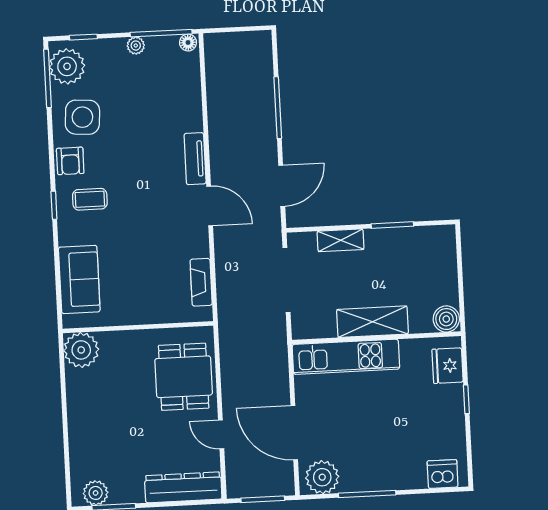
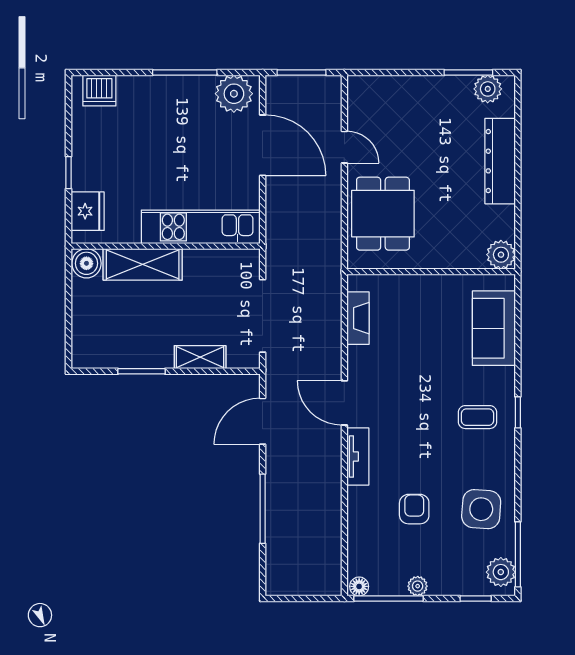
plant: (67, 66) -> (501, 572), width x0.73, depth x0.73
armchair: (70, 161) -> (414, 509), moved
shelving: (372, 322) -> (143, 264), moved
plant: (81, 350) -> (501, 255), width x0.73, depth x0.73
dresser: (183, 487) -> (500, 161), moved, turned 90

